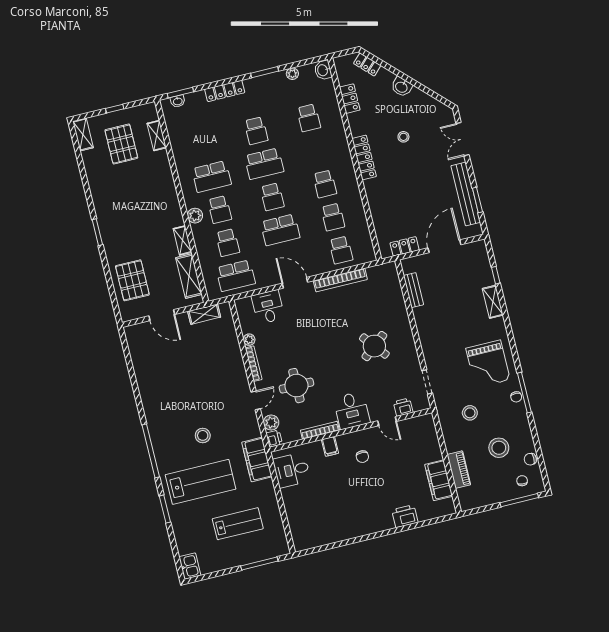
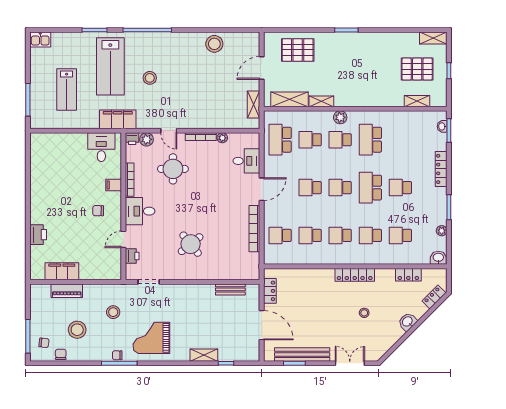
school desk: (317, 151) -> (370, 235), added
school desk: (280, 230) -> (310, 188), width x0.54
stool: (148, 374) -> (214, 44), added

